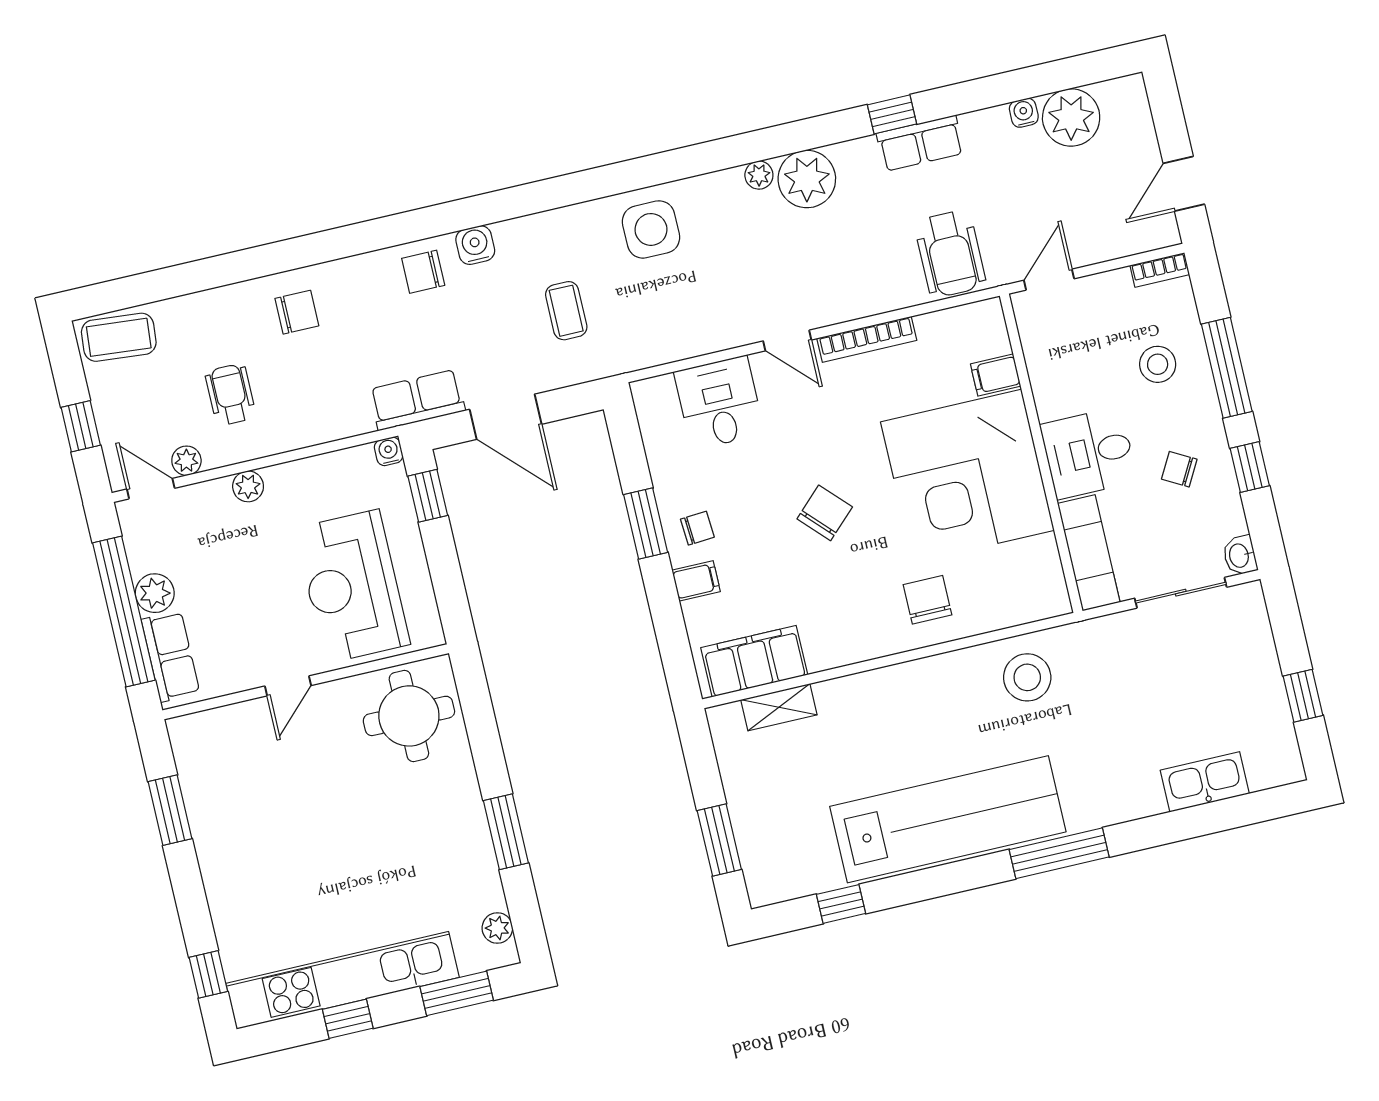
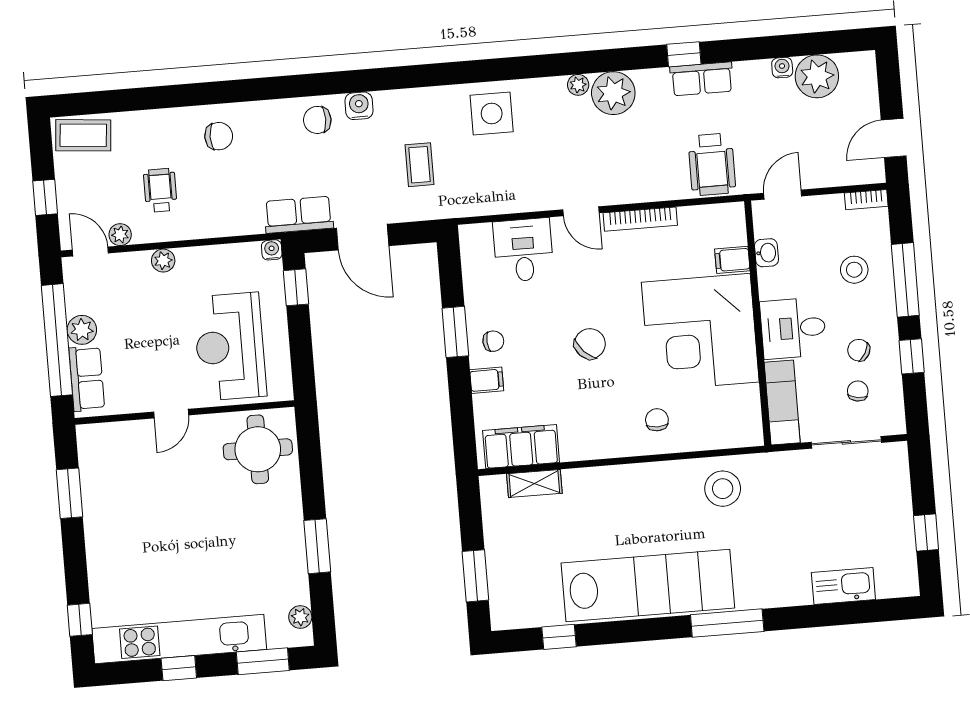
chair: (1186, 523) -> (858, 391), added
washbasin: (1240, 555) -> (766, 253), moved, turned 180
chair: (928, 600) -> (657, 420), width x0.73, depth x0.73

